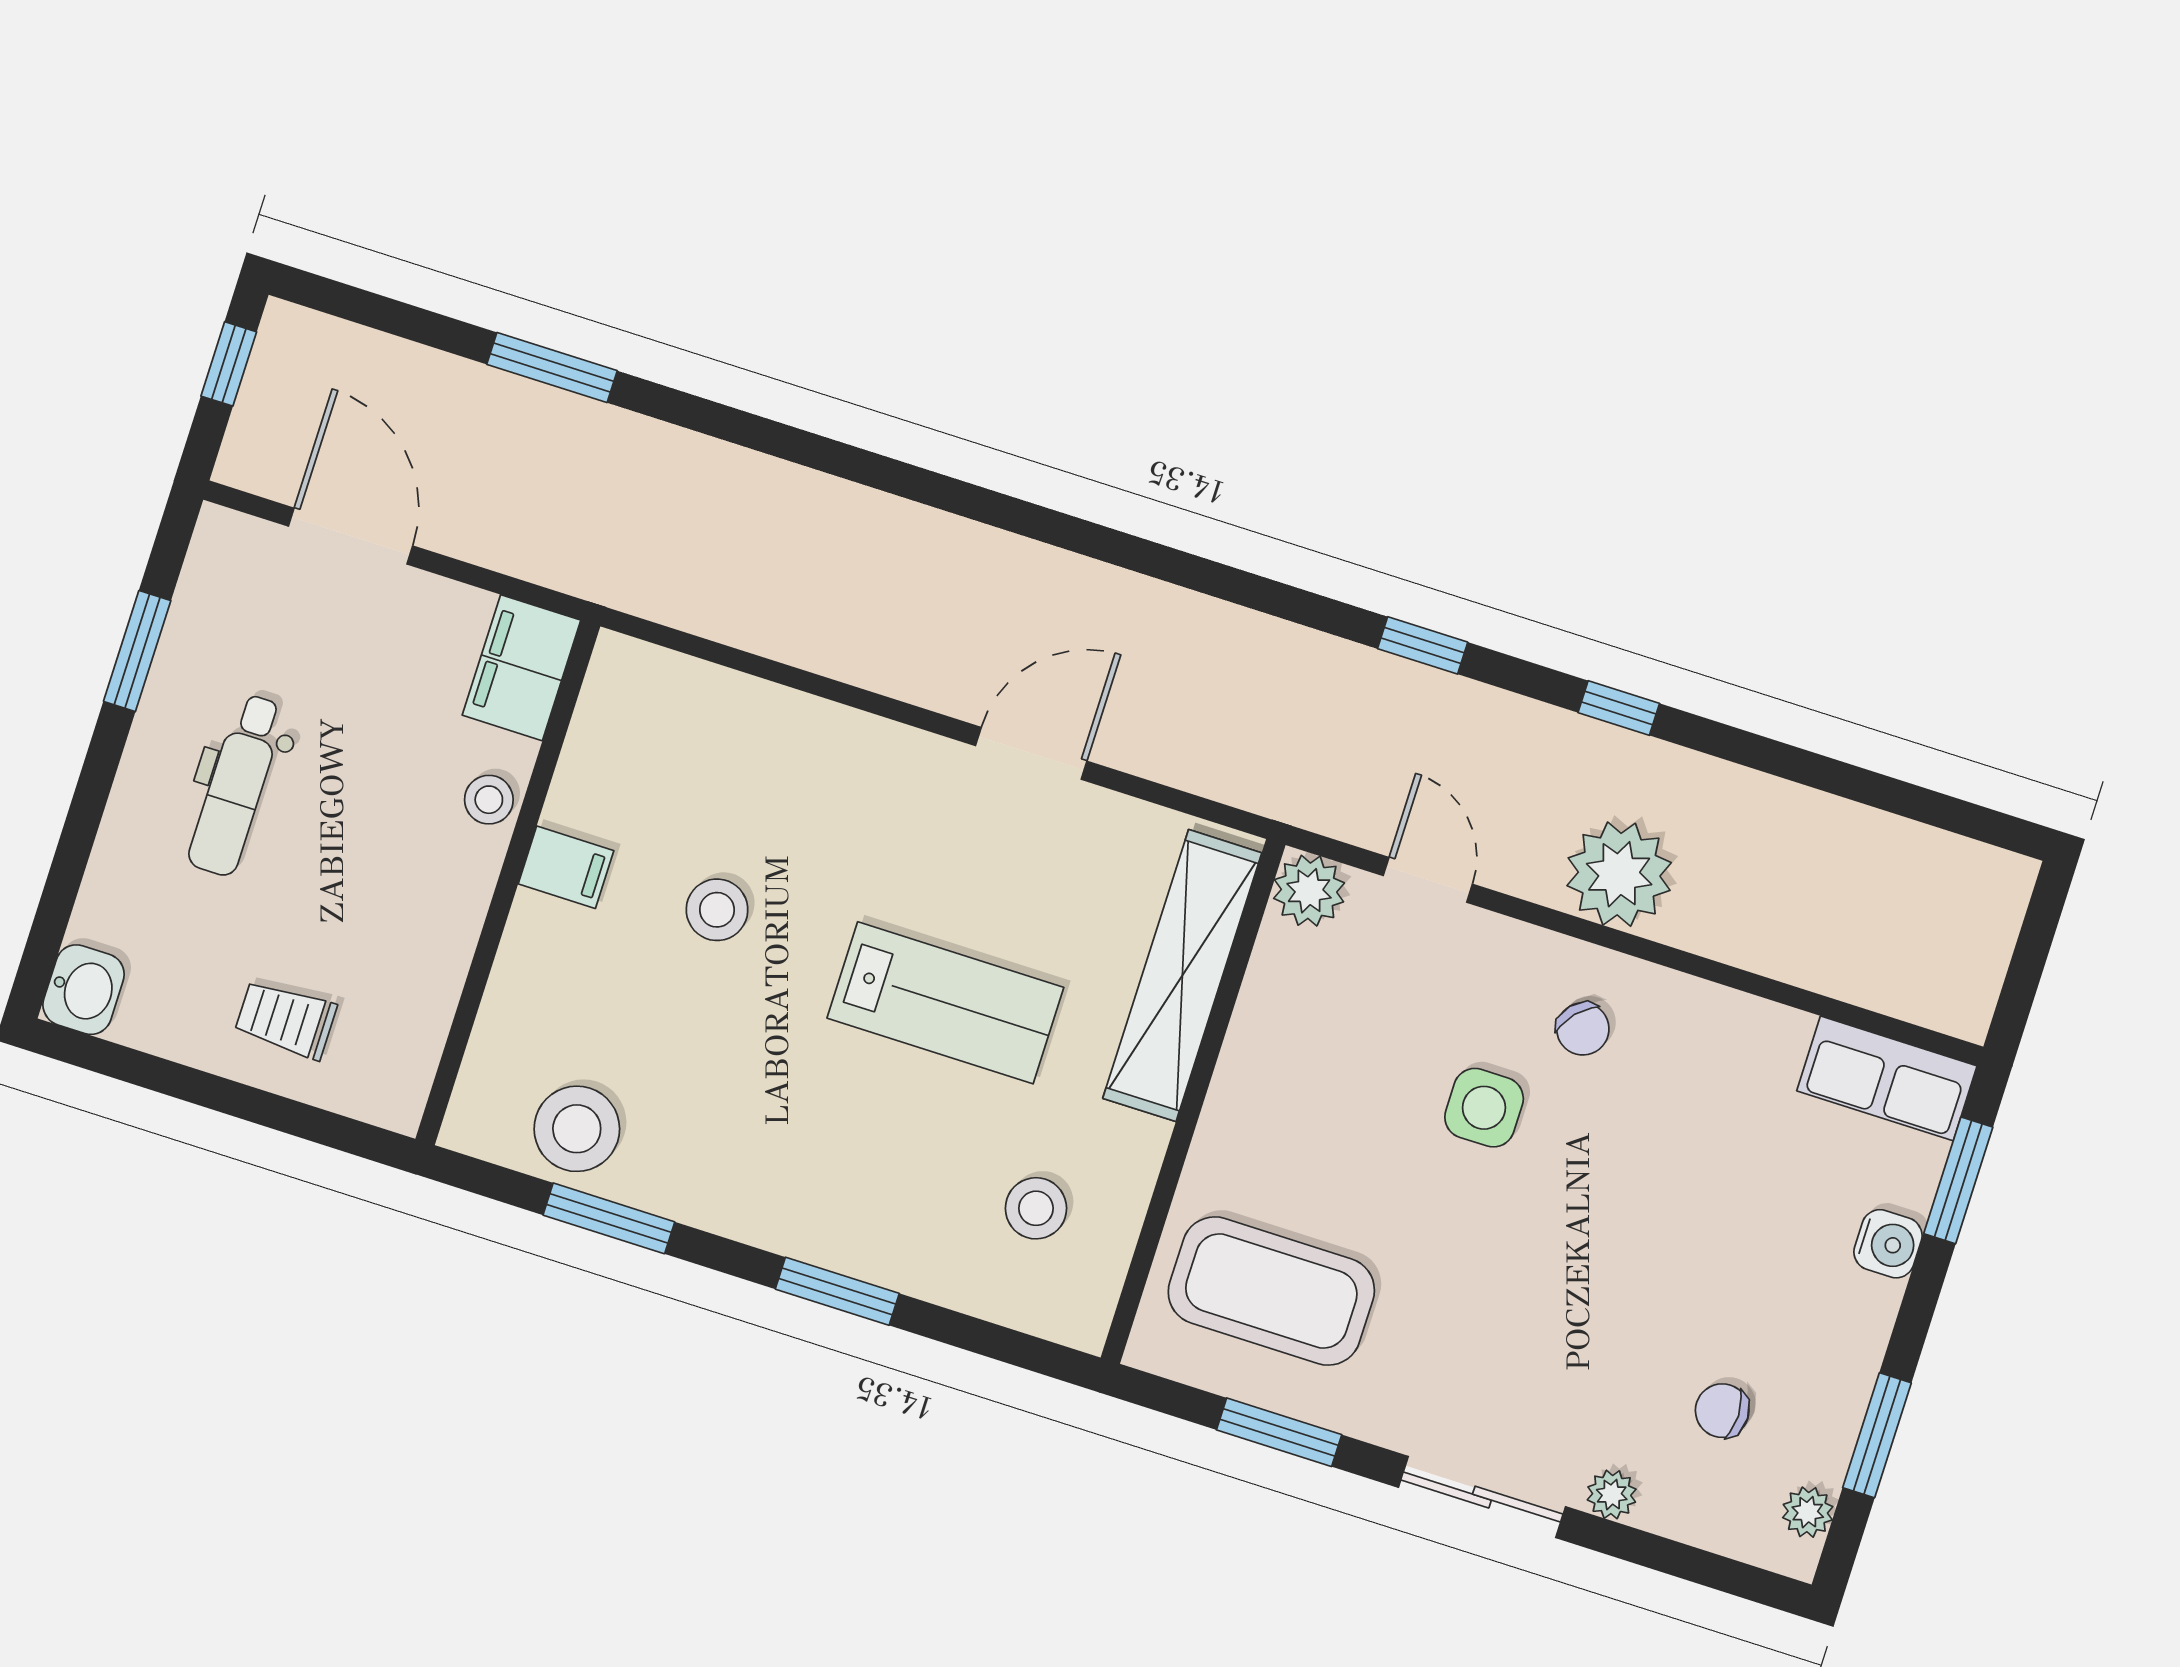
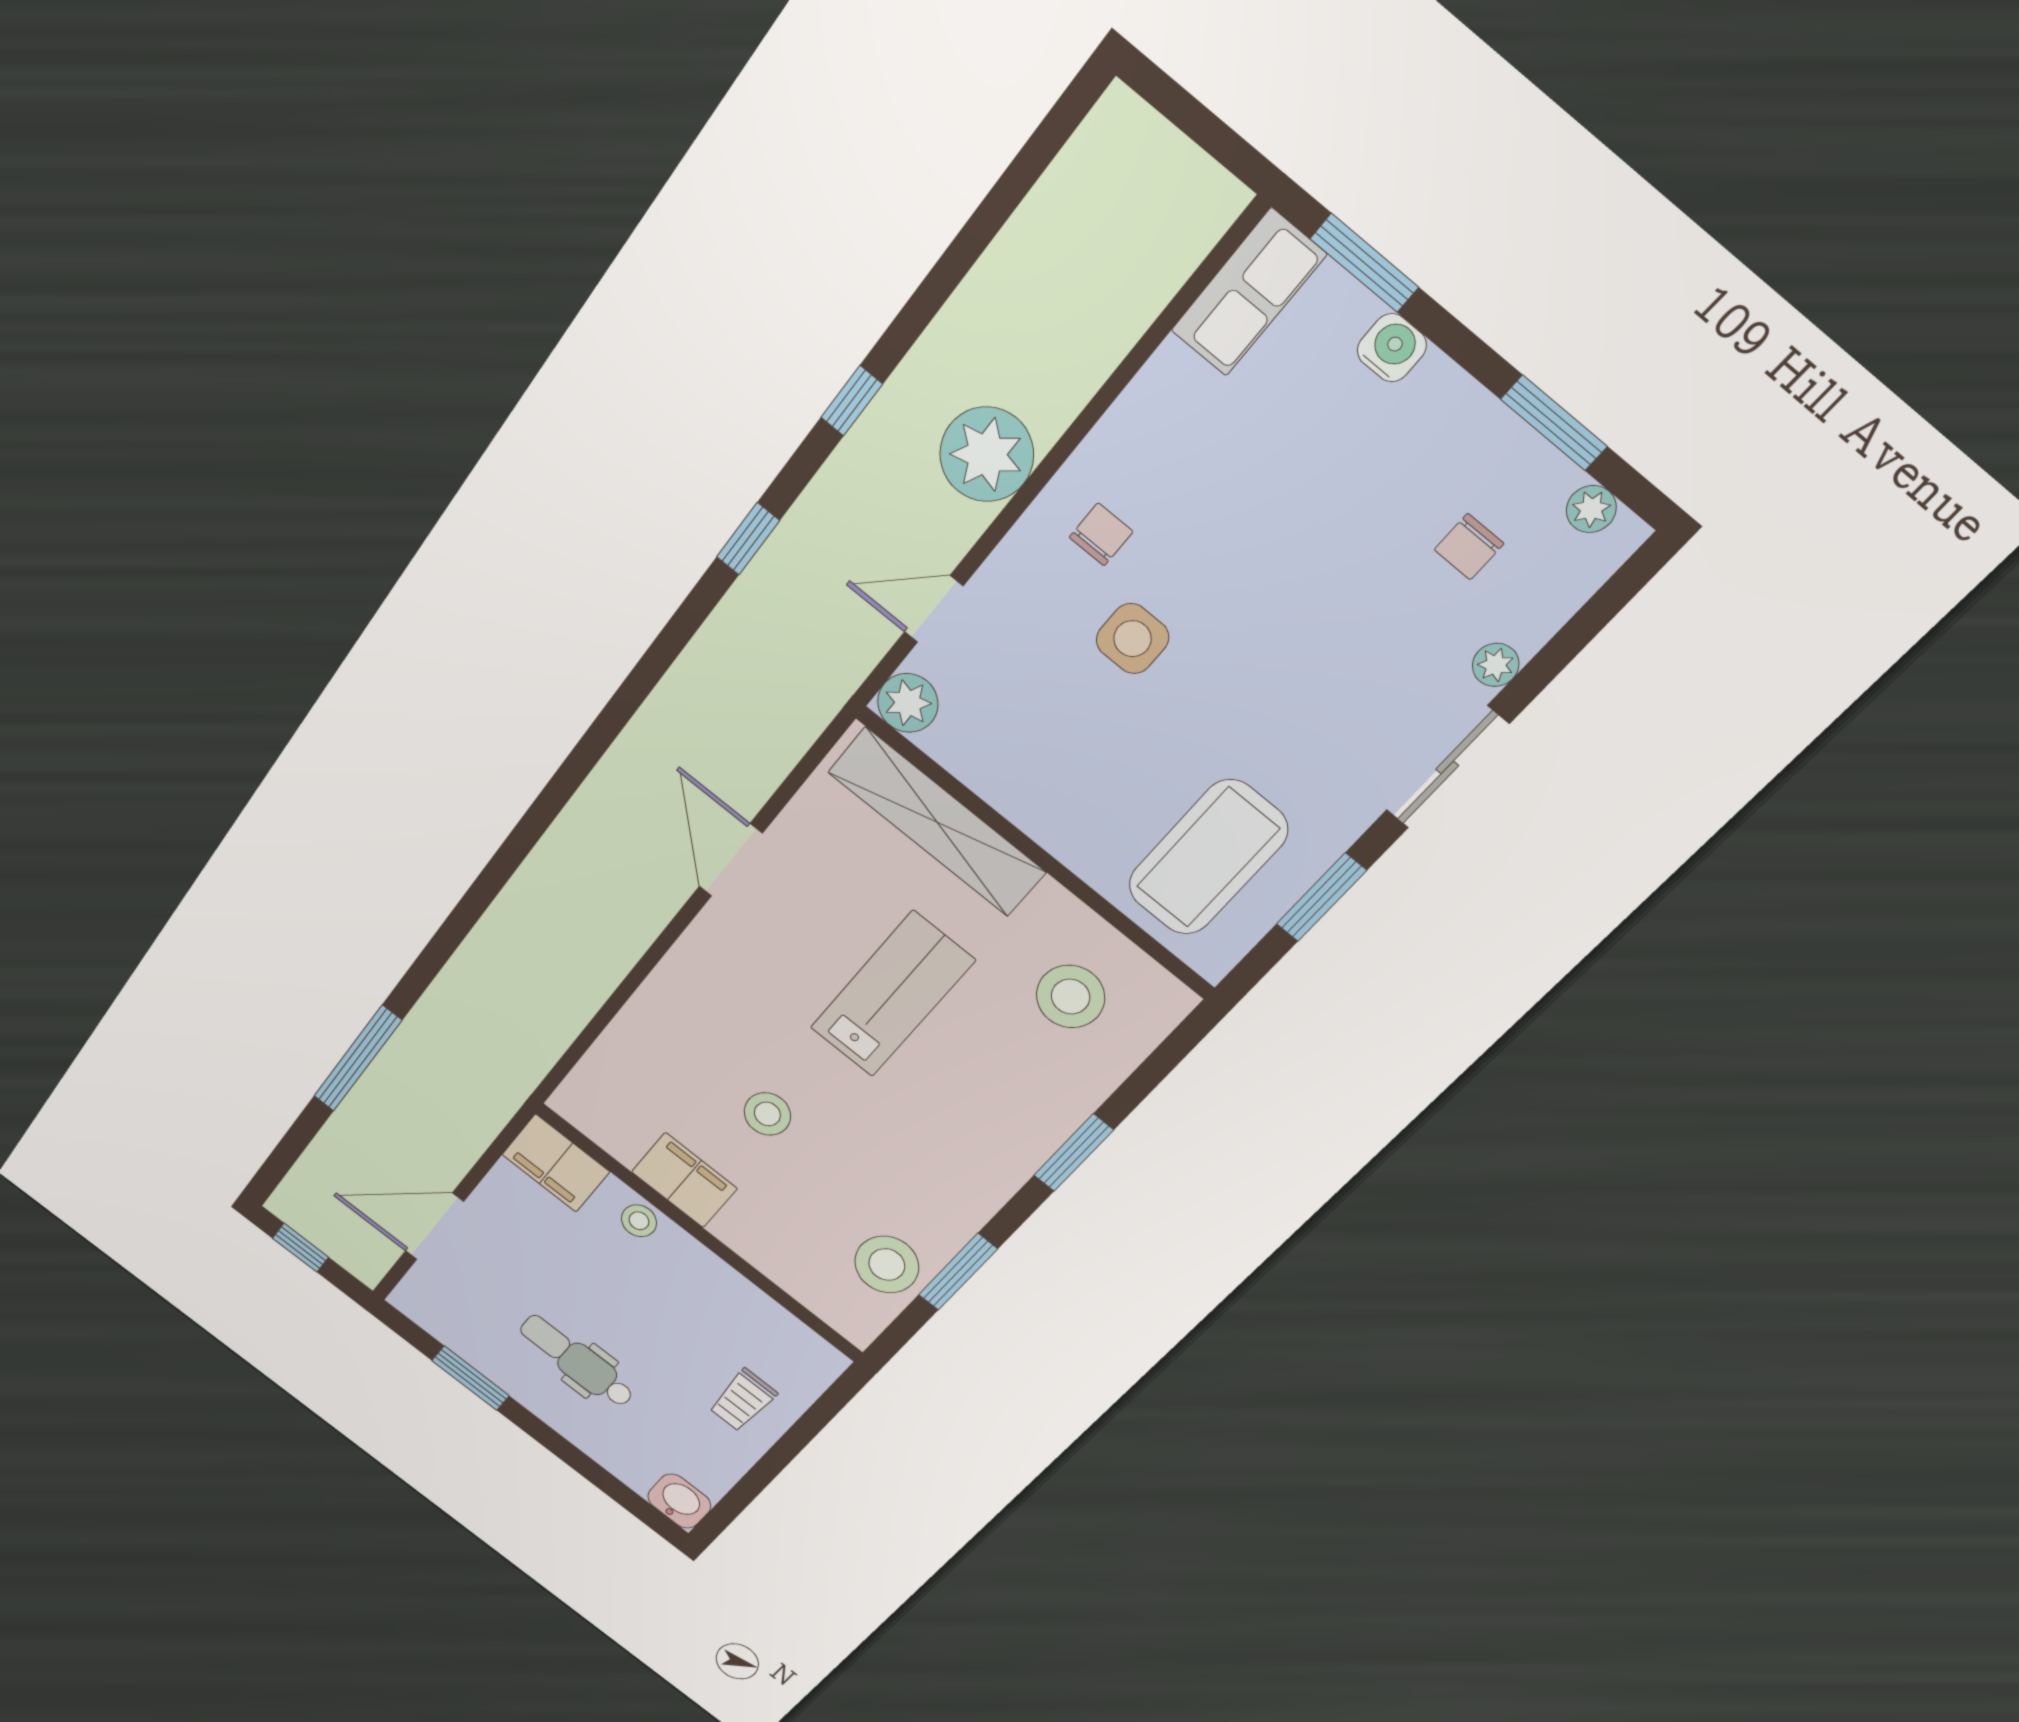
window: (552, 368) -> (358, 1058), width x1.44
dental chair: (237, 785) -> (577, 1361), turned 180
filing cabinet: (566, 867) -> (684, 1180), width x2.00
chair: (1583, 1029) -> (1101, 534), turned -42
stool: (1036, 1208) -> (1071, 997), width x1.38, depth x1.38

